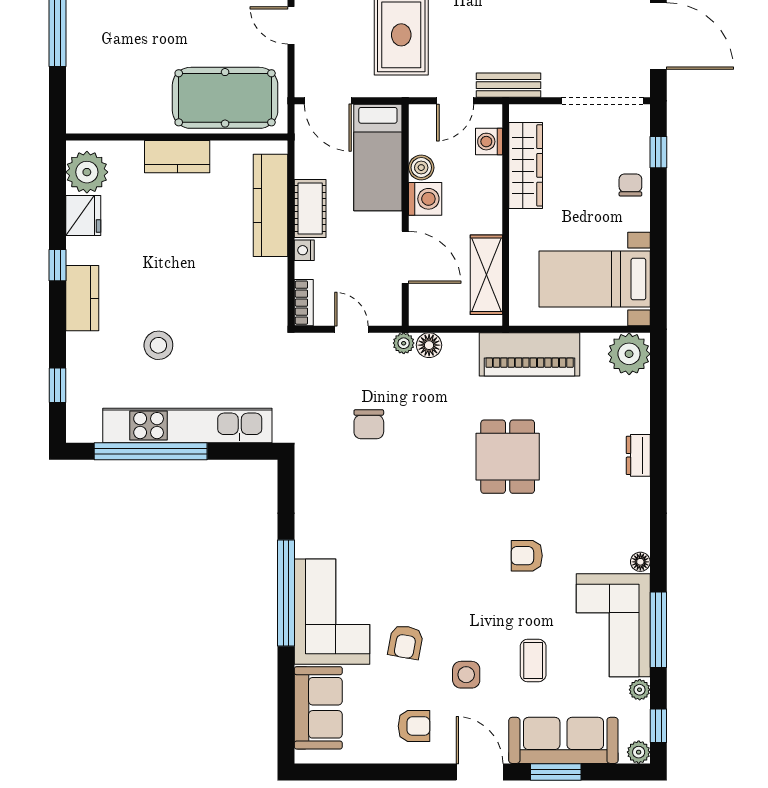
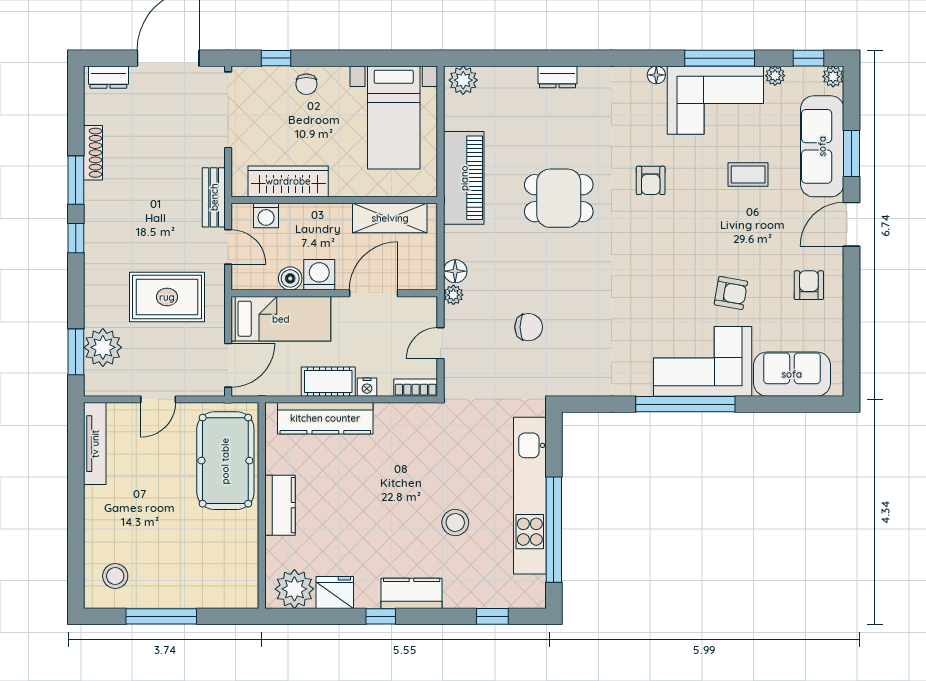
chair: (630, 185) -> (306, 84), turned -90
plant: (629, 354) -> (463, 80), width x0.73, depth x0.73
side table: (466, 675) -> (761, 237), removed

